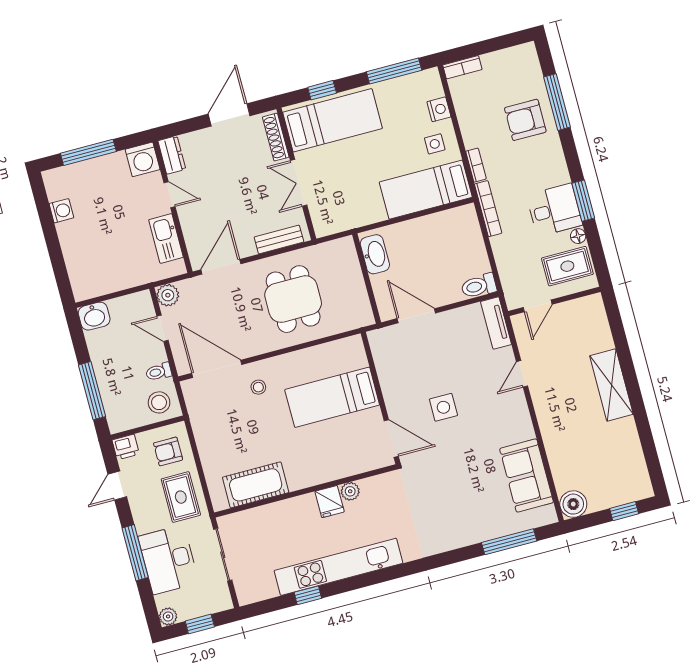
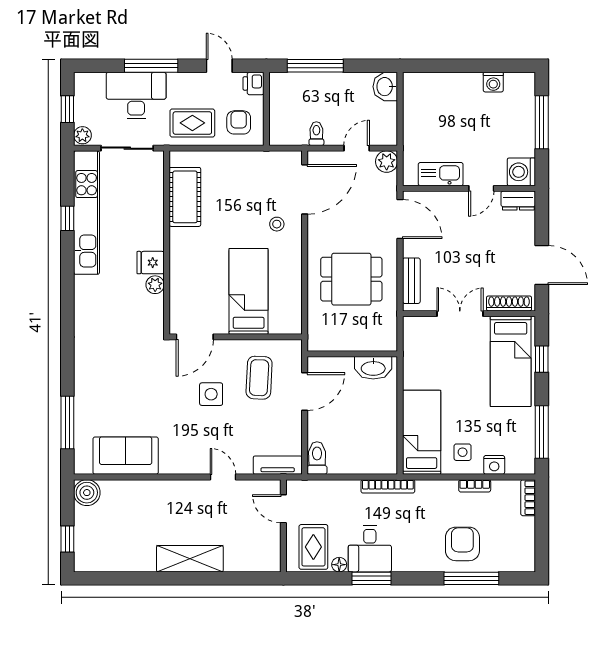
bookcase: (476, 165) -> (475, 486), moved
coffee table: (415, 364) -> (259, 378), added
stool: (159, 402) -> (287, 126), removed
kitchen unit: (339, 567) -> (87, 213), moved
plant: (168, 616) -> (82, 135), moved

